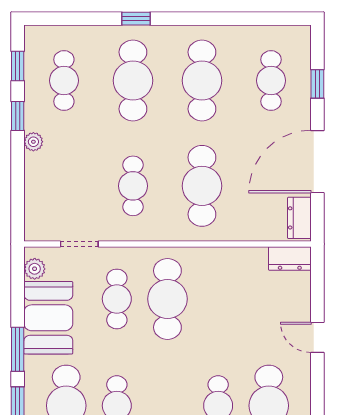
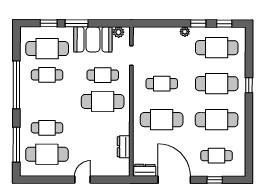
cafe table: (64, 81) -> (217, 48), width x1.37, depth x1.35
dresser: (290, 258) -> (124, 147), moved

